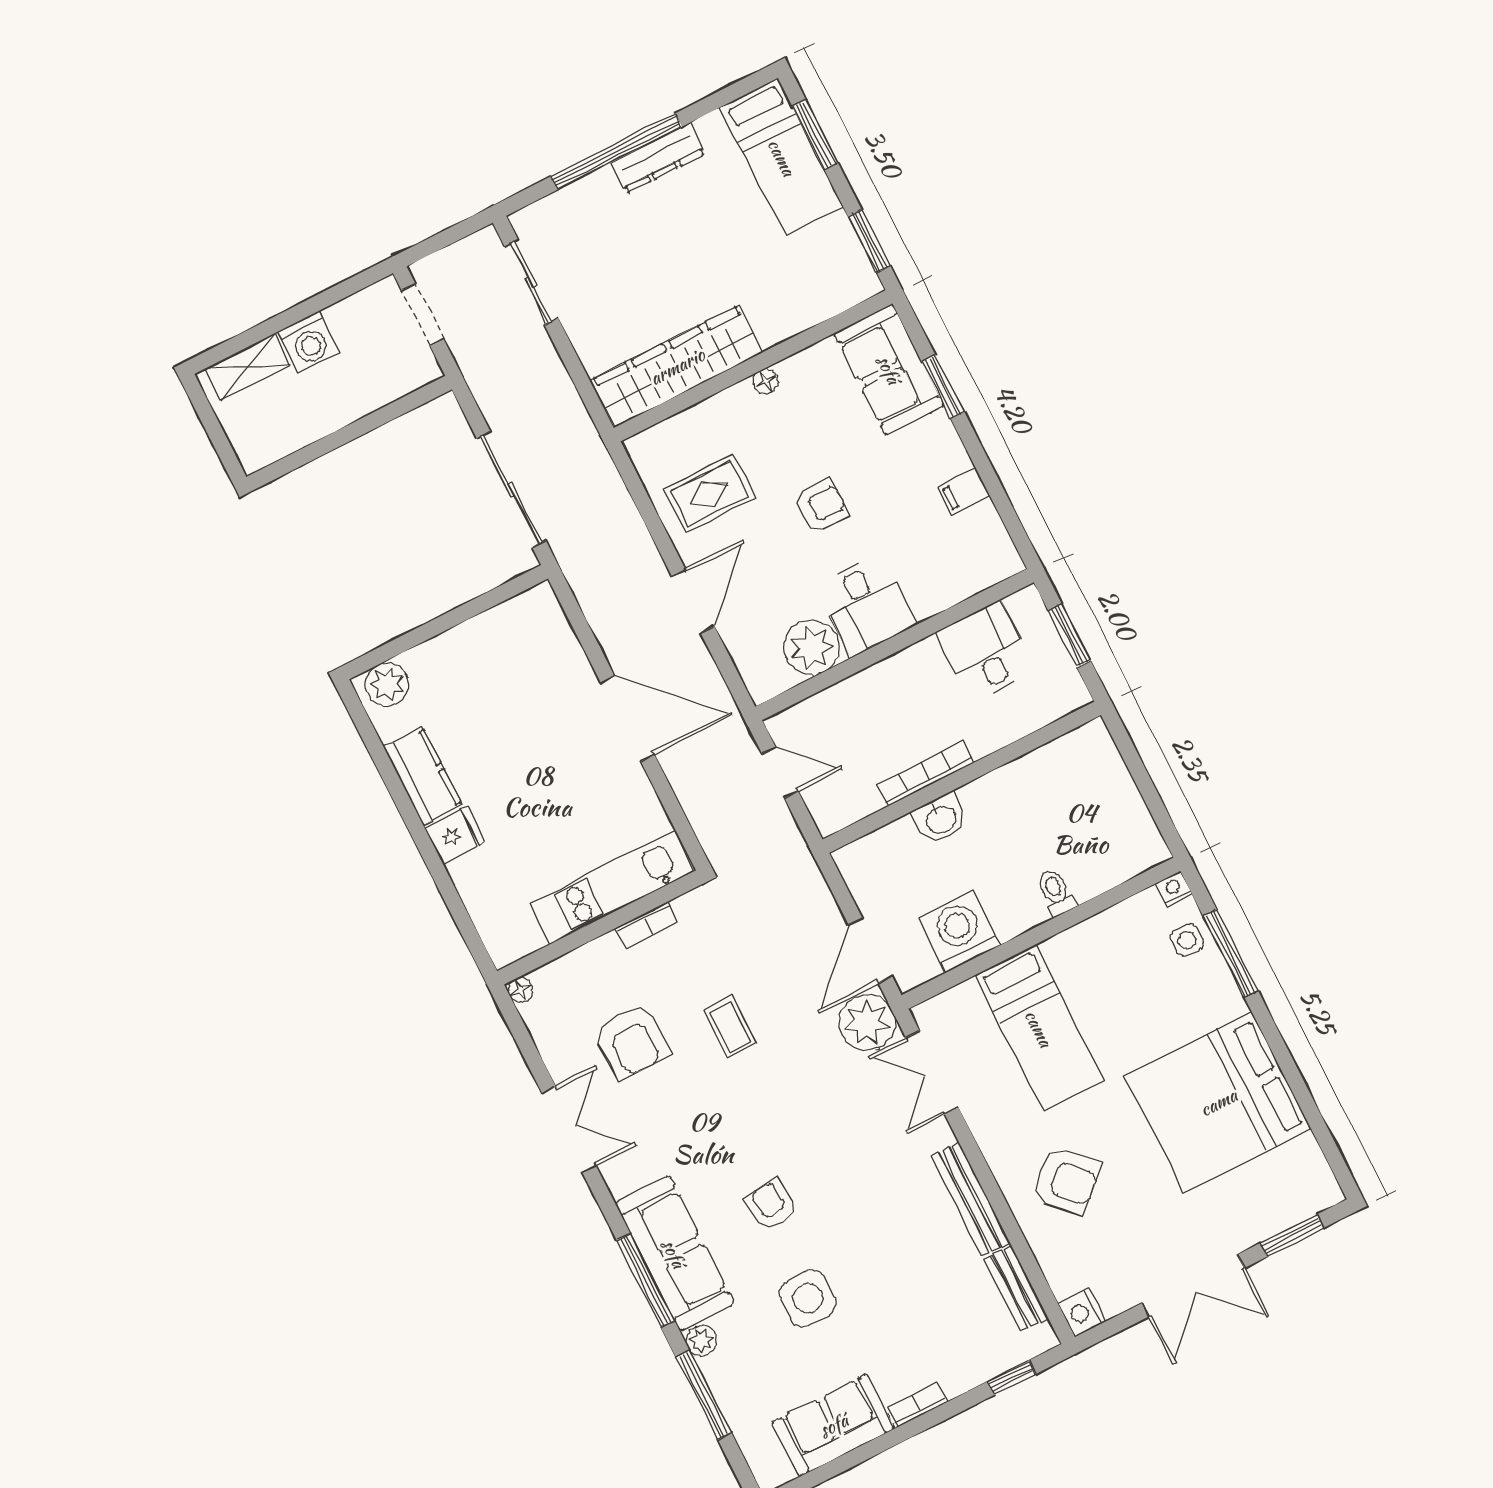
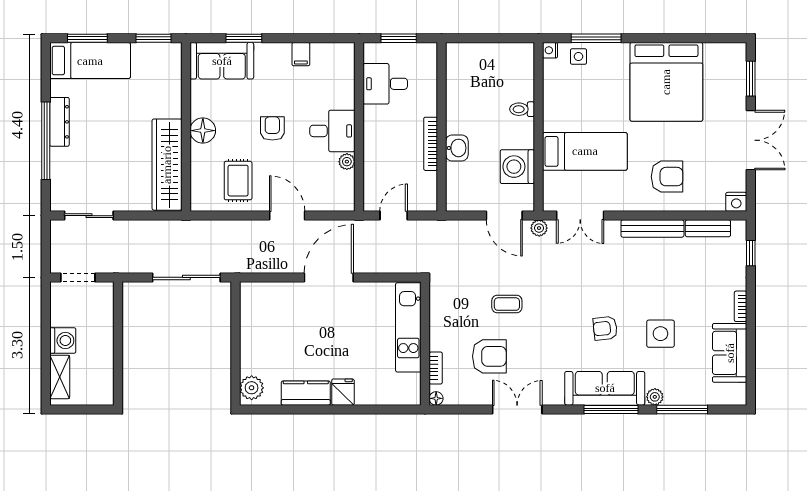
floor lamp: (766, 381) -> (203, 131), width x1.89, depth x1.89
plant: (811, 647) -> (347, 162), width x0.53, depth x0.53
bookcase: (647, 925) -> (436, 368), moved
plant: (867, 1023) -> (539, 228), width x0.53, depth x0.53
armchair: (1066, 1181) -> (667, 177), turned 43

